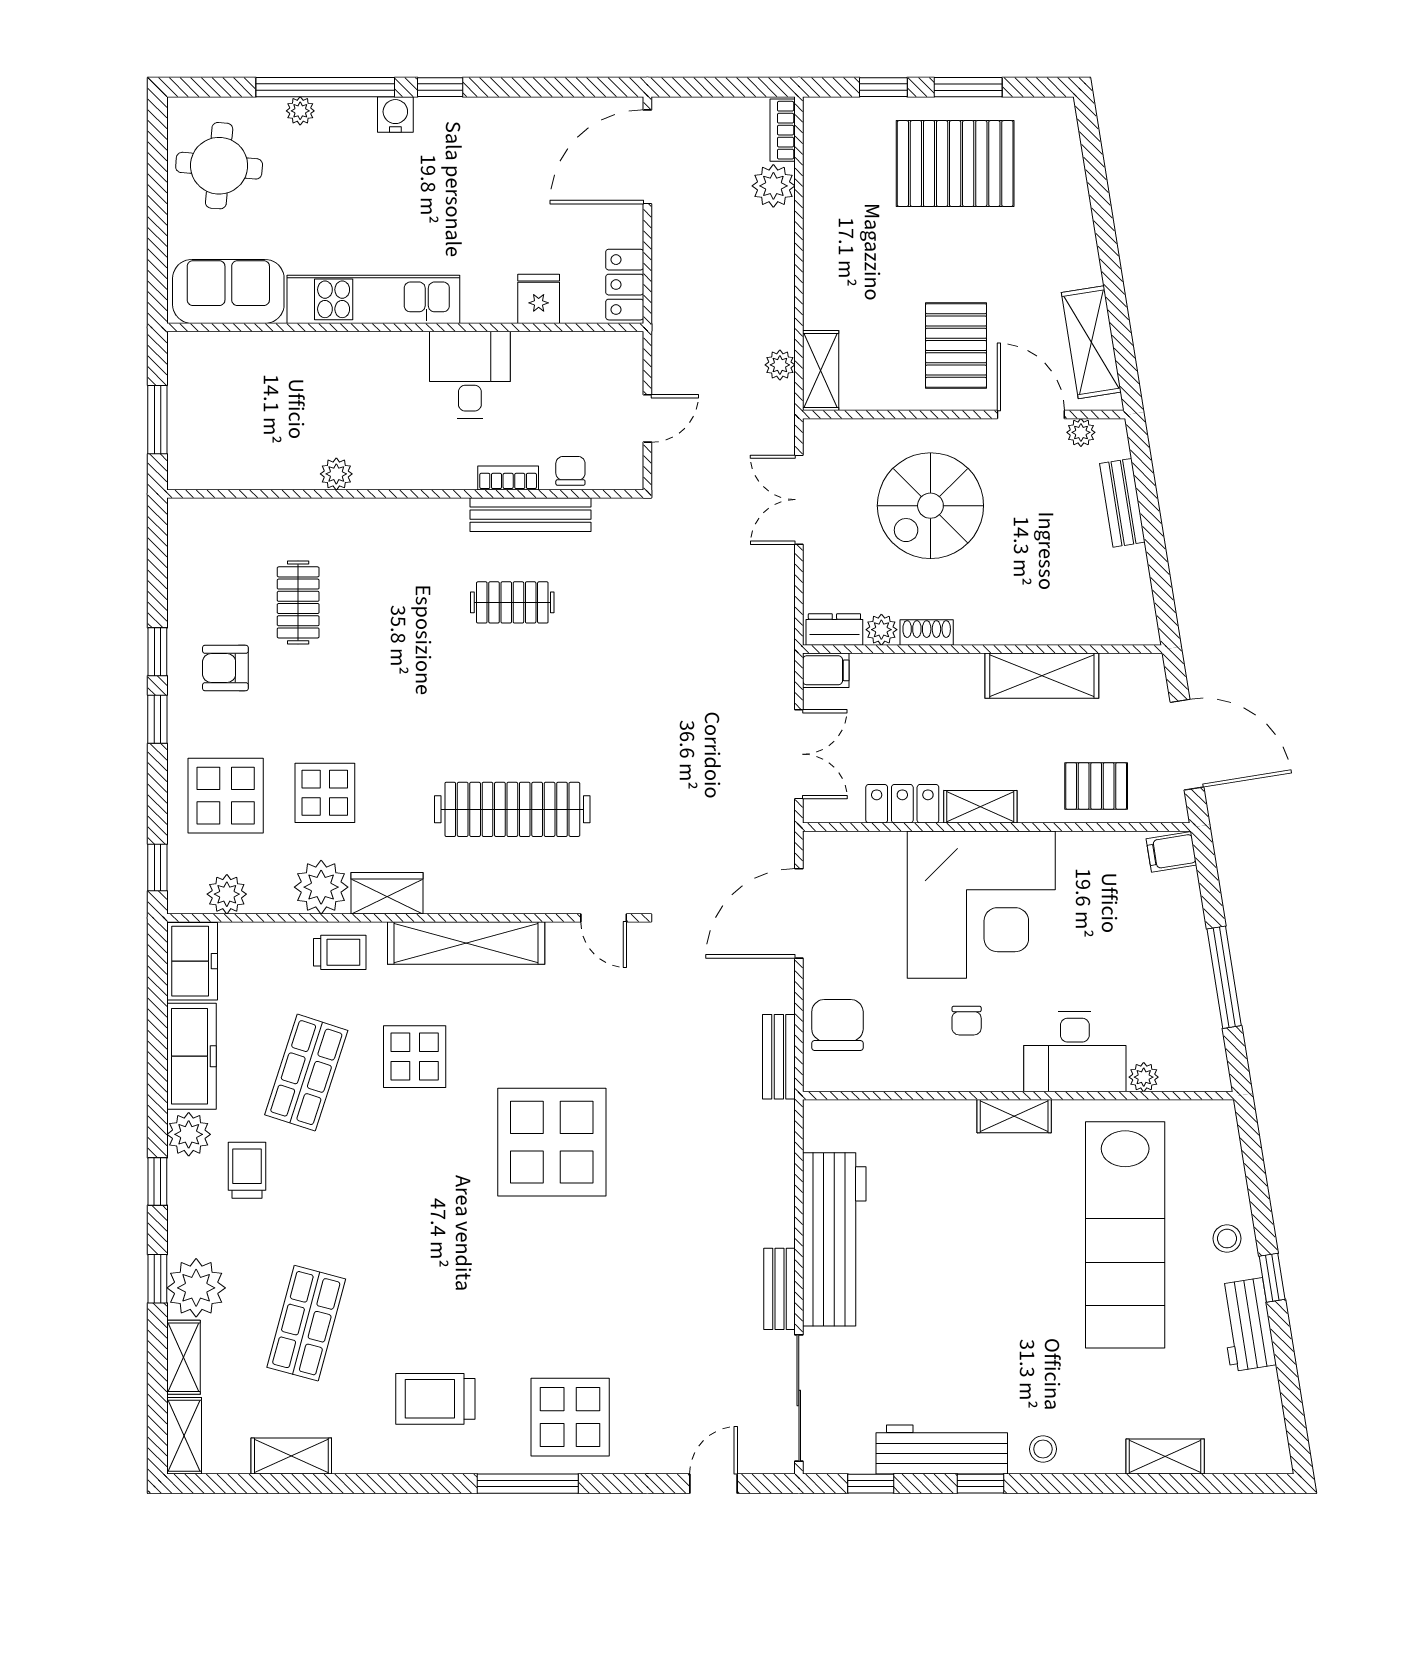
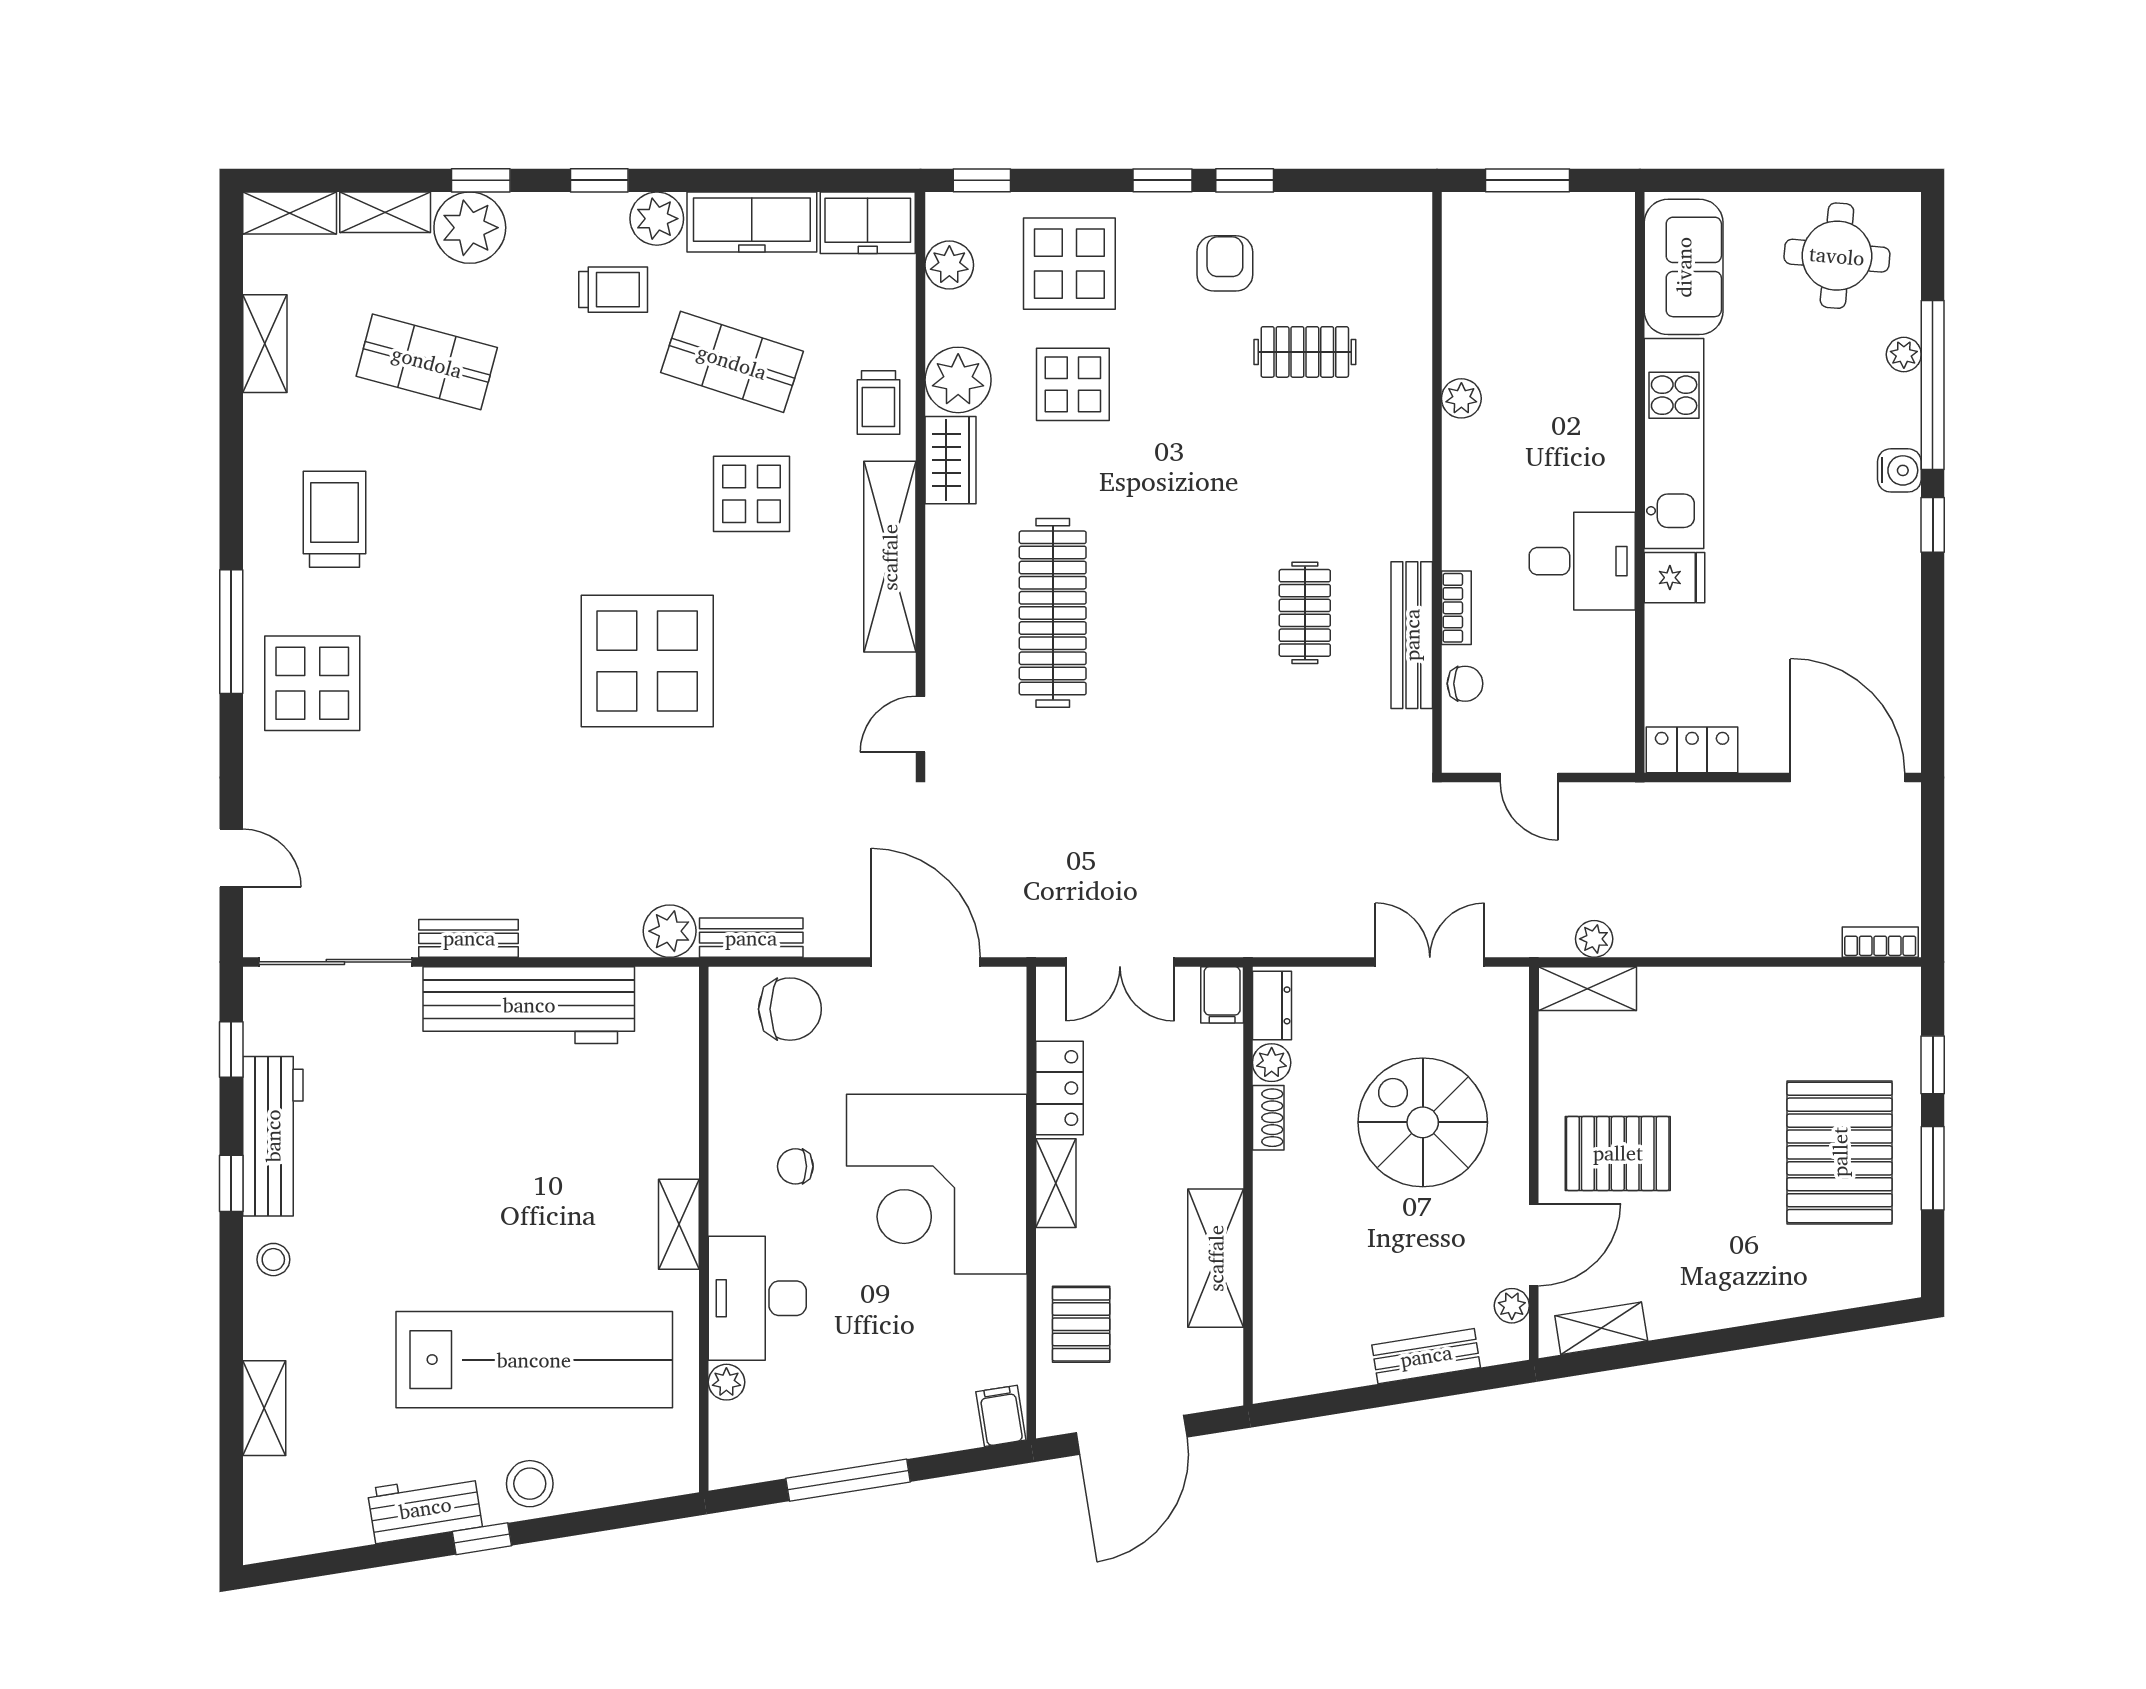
plant: (773, 186) -> (670, 931), moved
fridge: (539, 299) -> (1675, 578), moved
shelving: (1091, 342) -> (1601, 1328), width x0.67, depth x0.75
lab bench: (1125, 1235) -> (534, 1360), turned 180
stool: (1227, 1239) -> (530, 1484), width x1.37, depth x1.37

